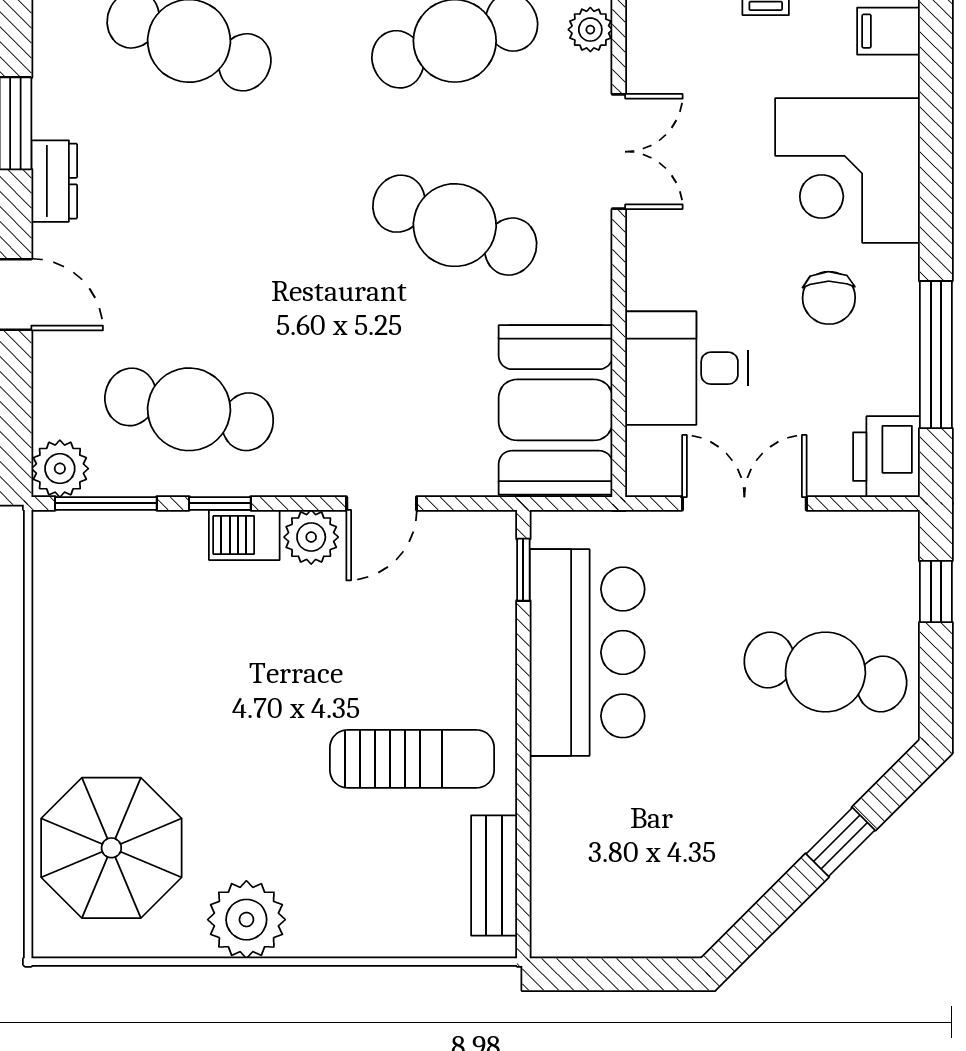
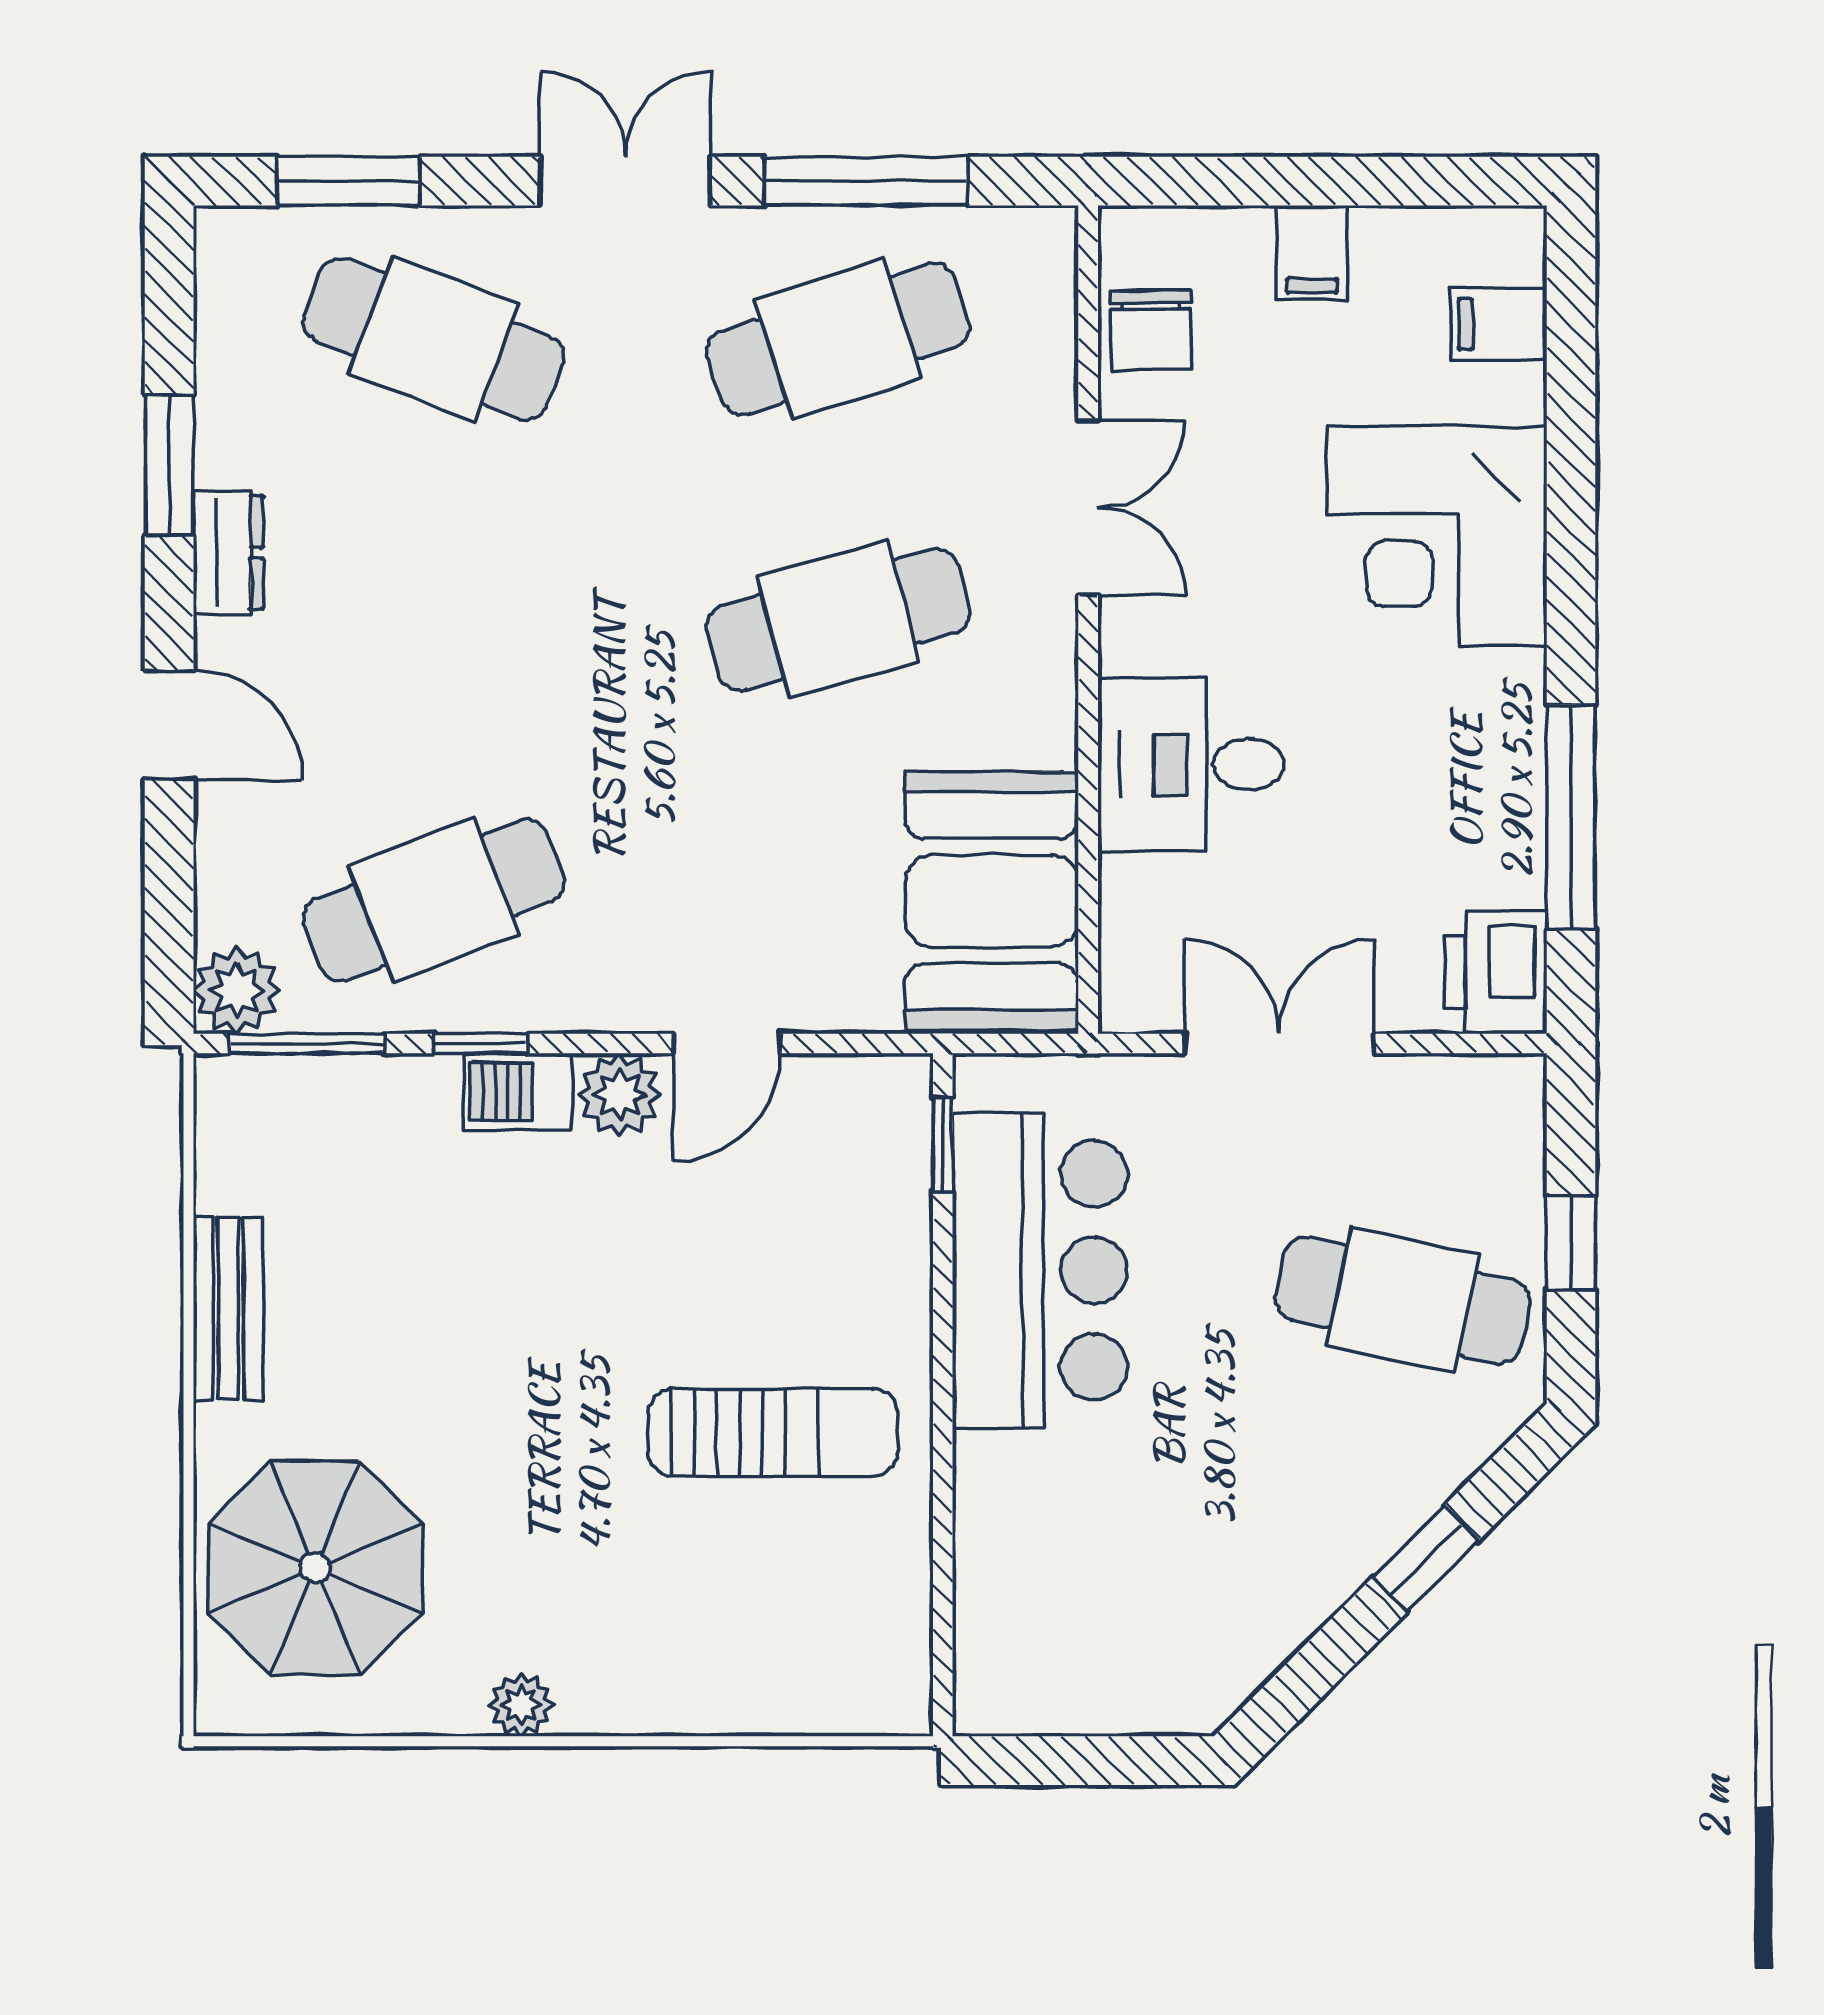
plant: (590, 30) -> (1045, 322), removed
cafe table: (455, 225) -> (838, 620), turned -36
chair: (829, 298) -> (1151, 330), moved
desk: (686, 368) -> (1191, 764), moved
cafe table: (189, 409) -> (433, 900), turned -33
window: (936, 592) -> (1571, 1243), moved
bench: (494, 875) -> (228, 1309), moved
plant: (246, 920) -> (521, 1705), width x0.53, depth x0.53

